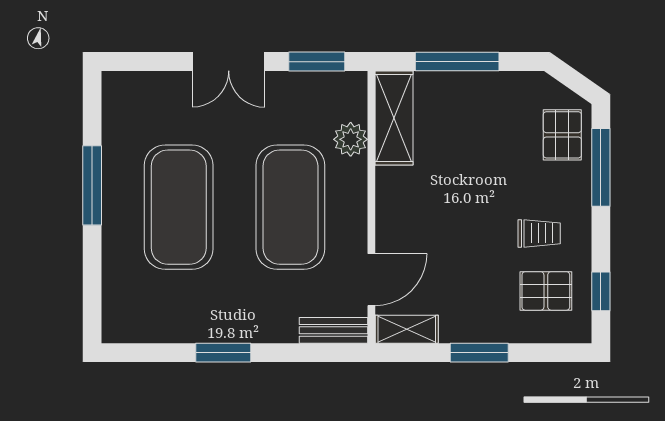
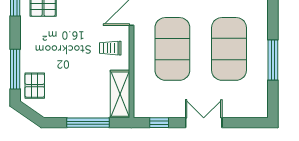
window: (317, 62) -> (159, 123), width x0.67
plant: (351, 139) -> (142, 83), removed
trolley: (539, 233) -> (110, 48), moved

